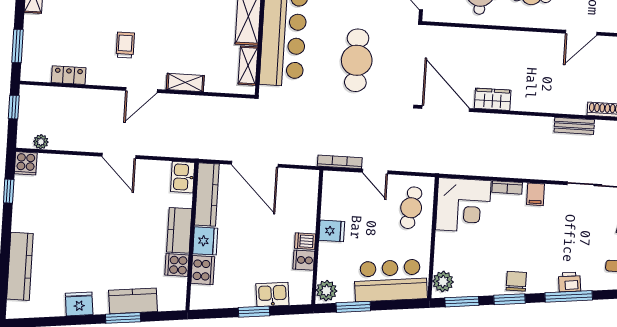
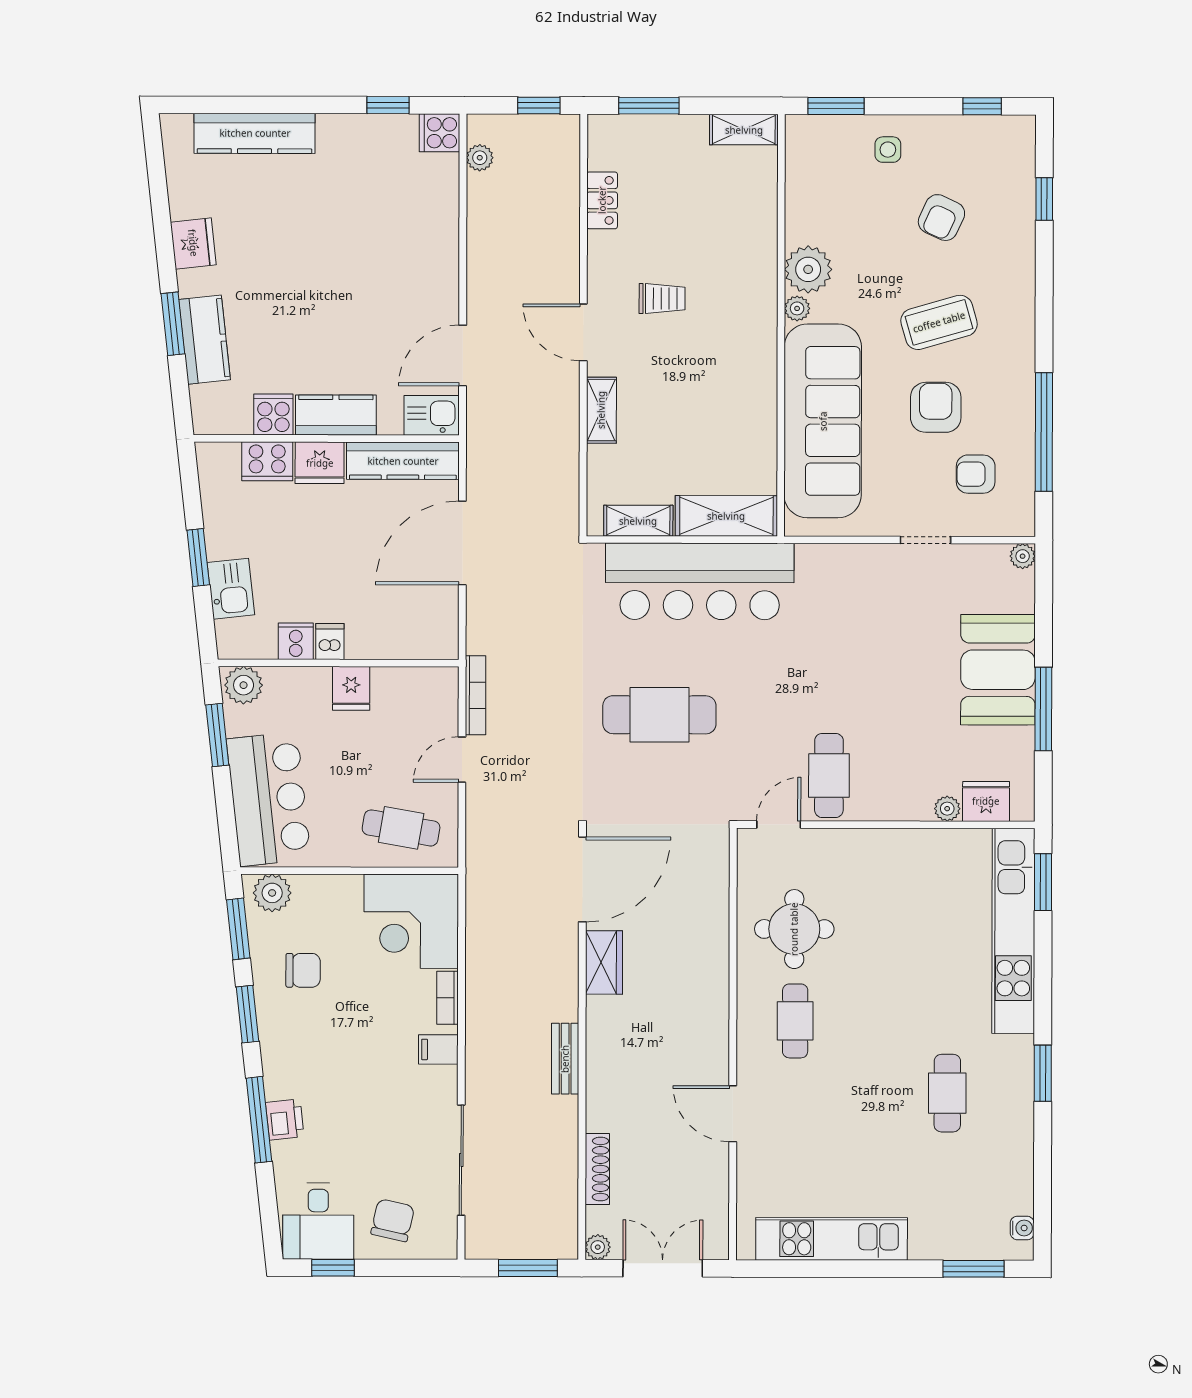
bench: (574, 126) -> (565, 1059), moved
door: (119, 156) -> (463, 355), moved
chair: (516, 281) -> (303, 970), moved

